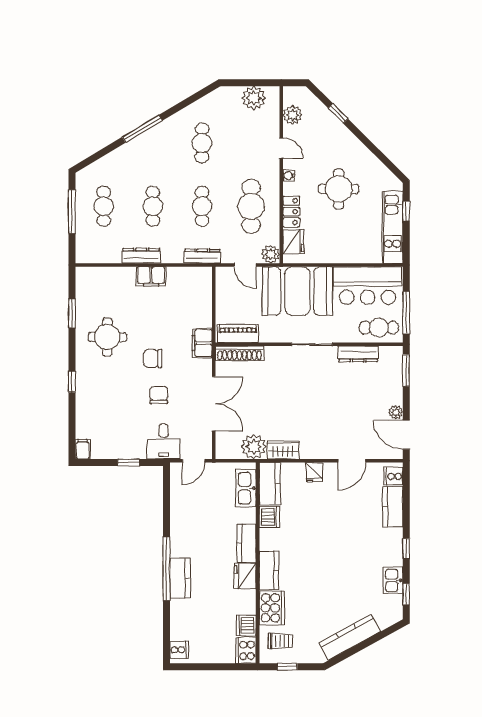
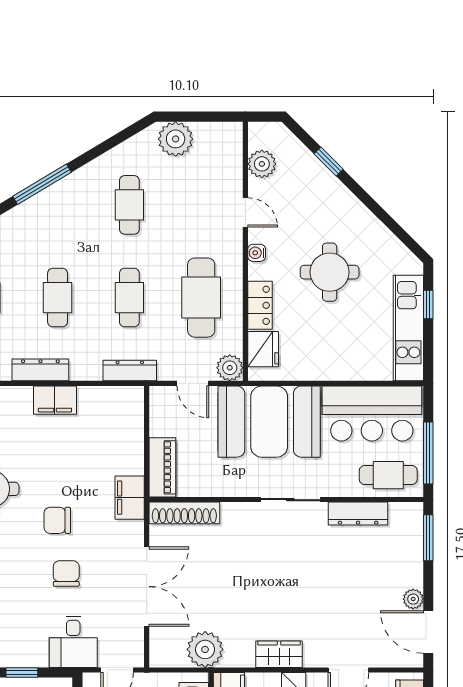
plant: (254, 98) -> (176, 139), moved
piano: (238, 334) -> (162, 467), moved, turned 90
wardrobe: (283, 450) -> (279, 654), moved

